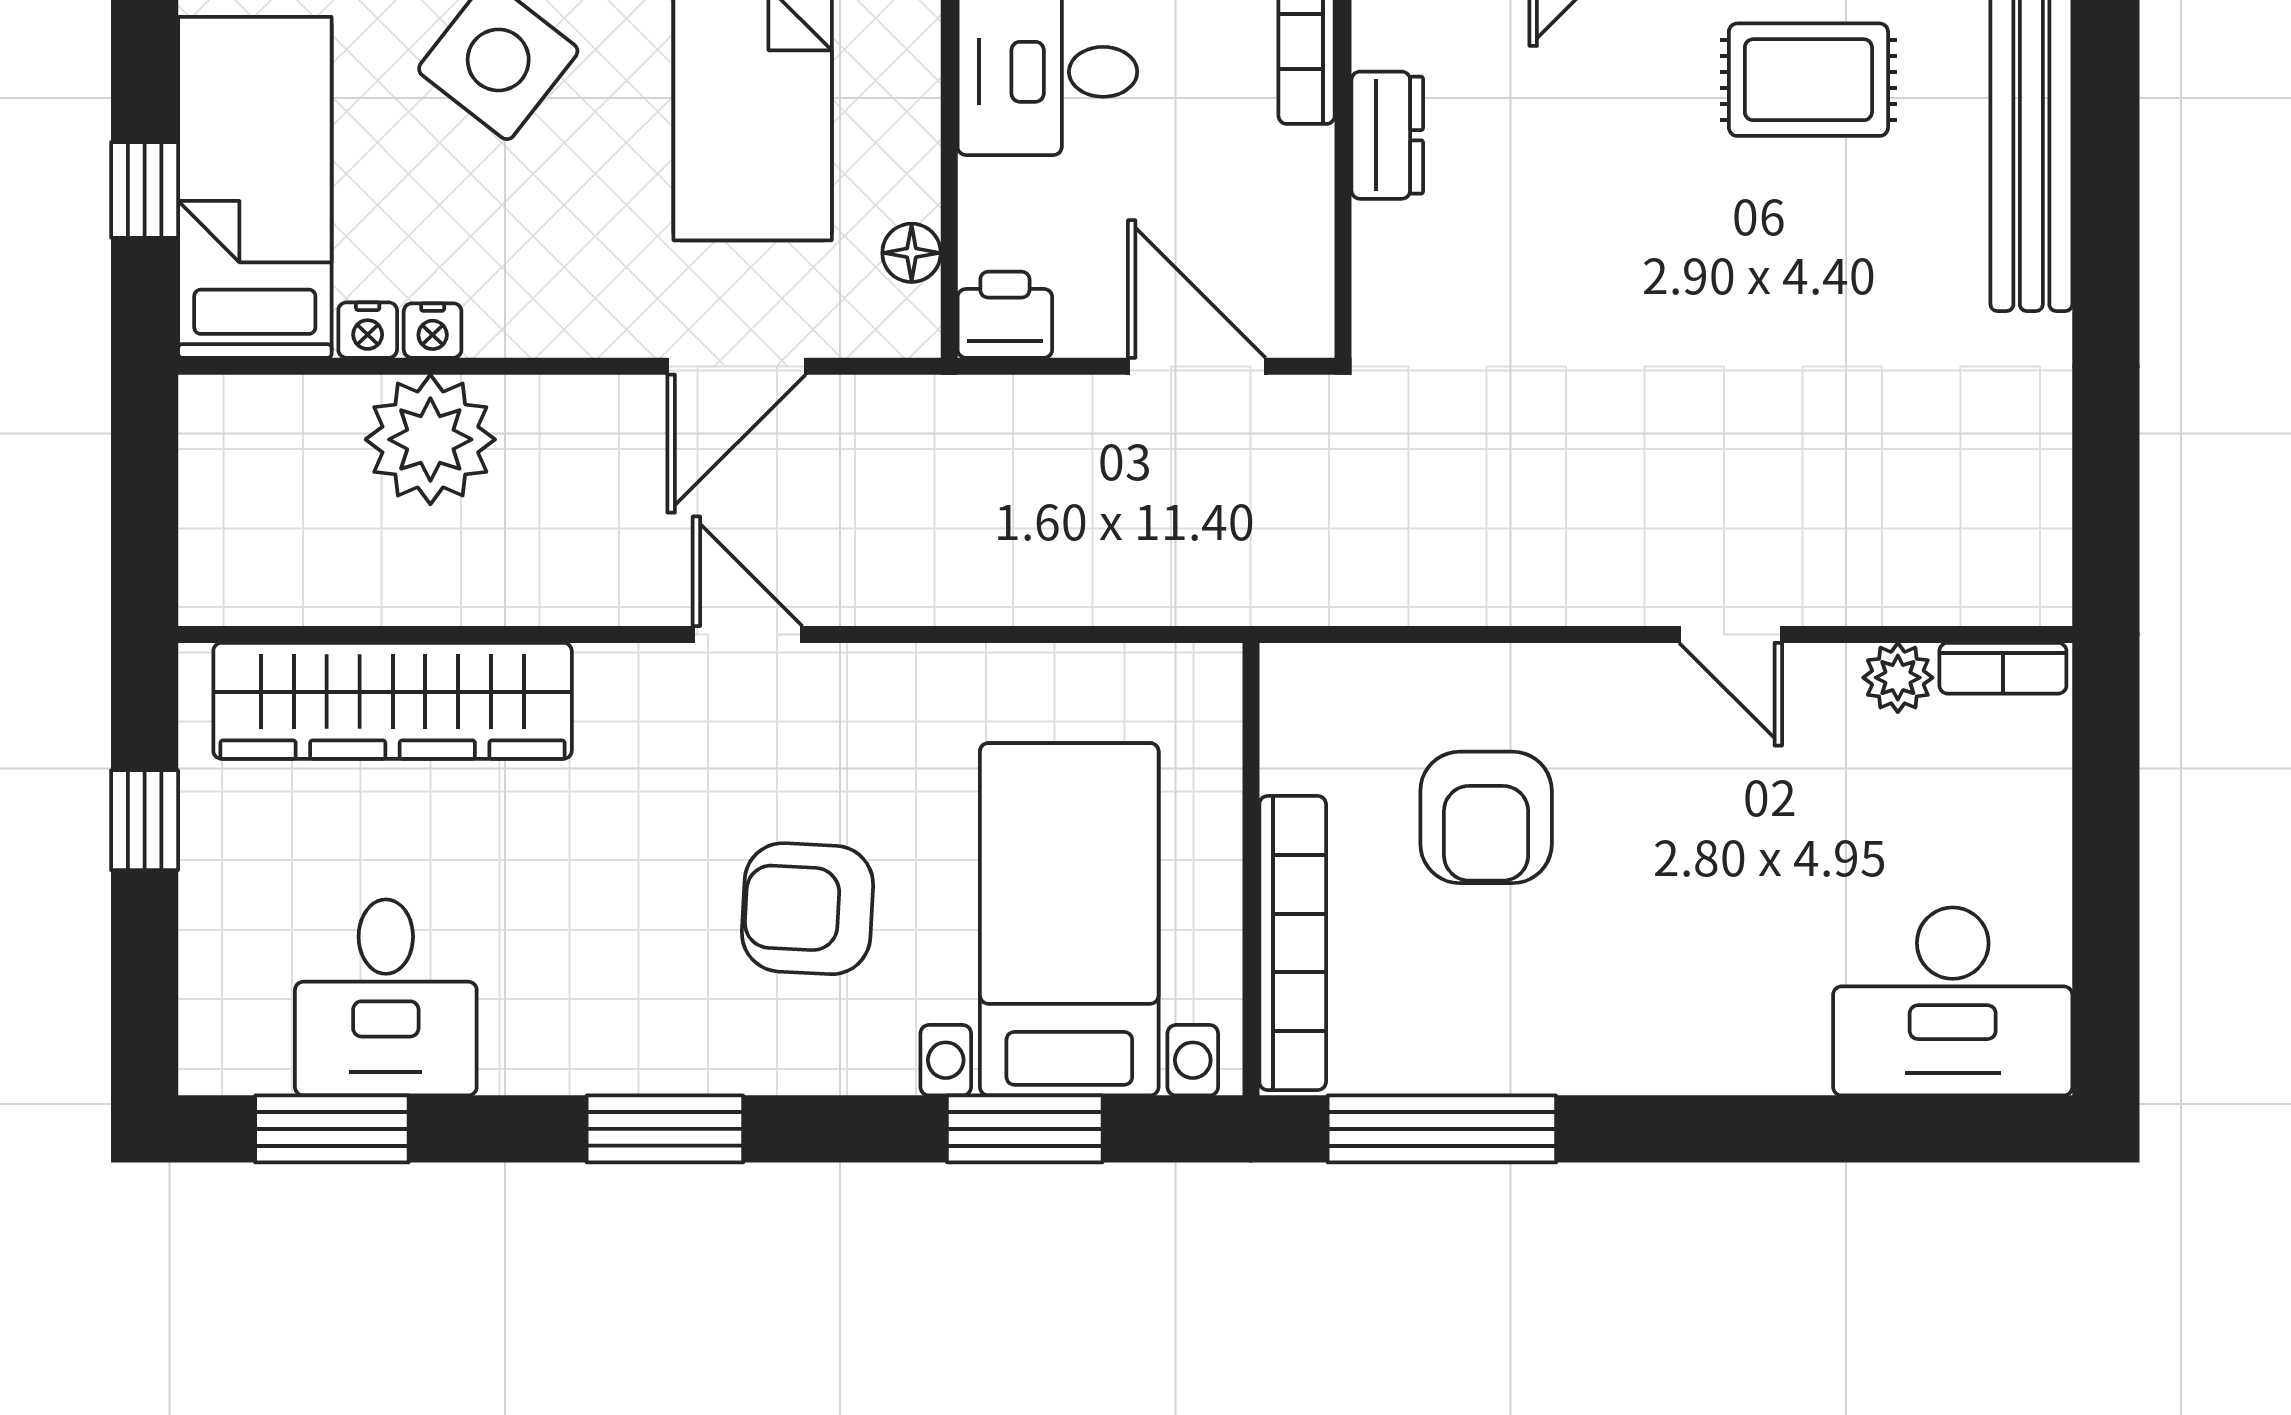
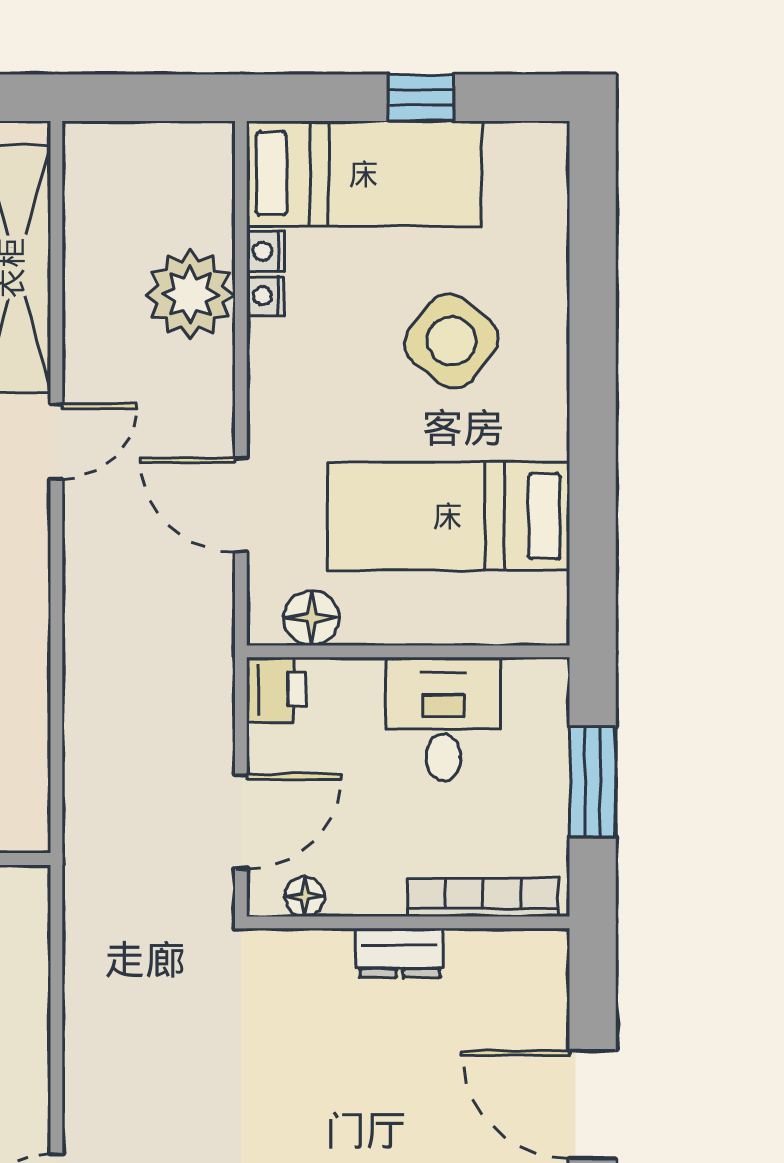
window: (145, 190) -> (421, 98), moved
floor lamp: (912, 253) -> (311, 618), width x1.37, depth x1.37
floor lamp: (1306, 273) -> (305, 897), added
door: (747, 634) -> (56, 441), moved

